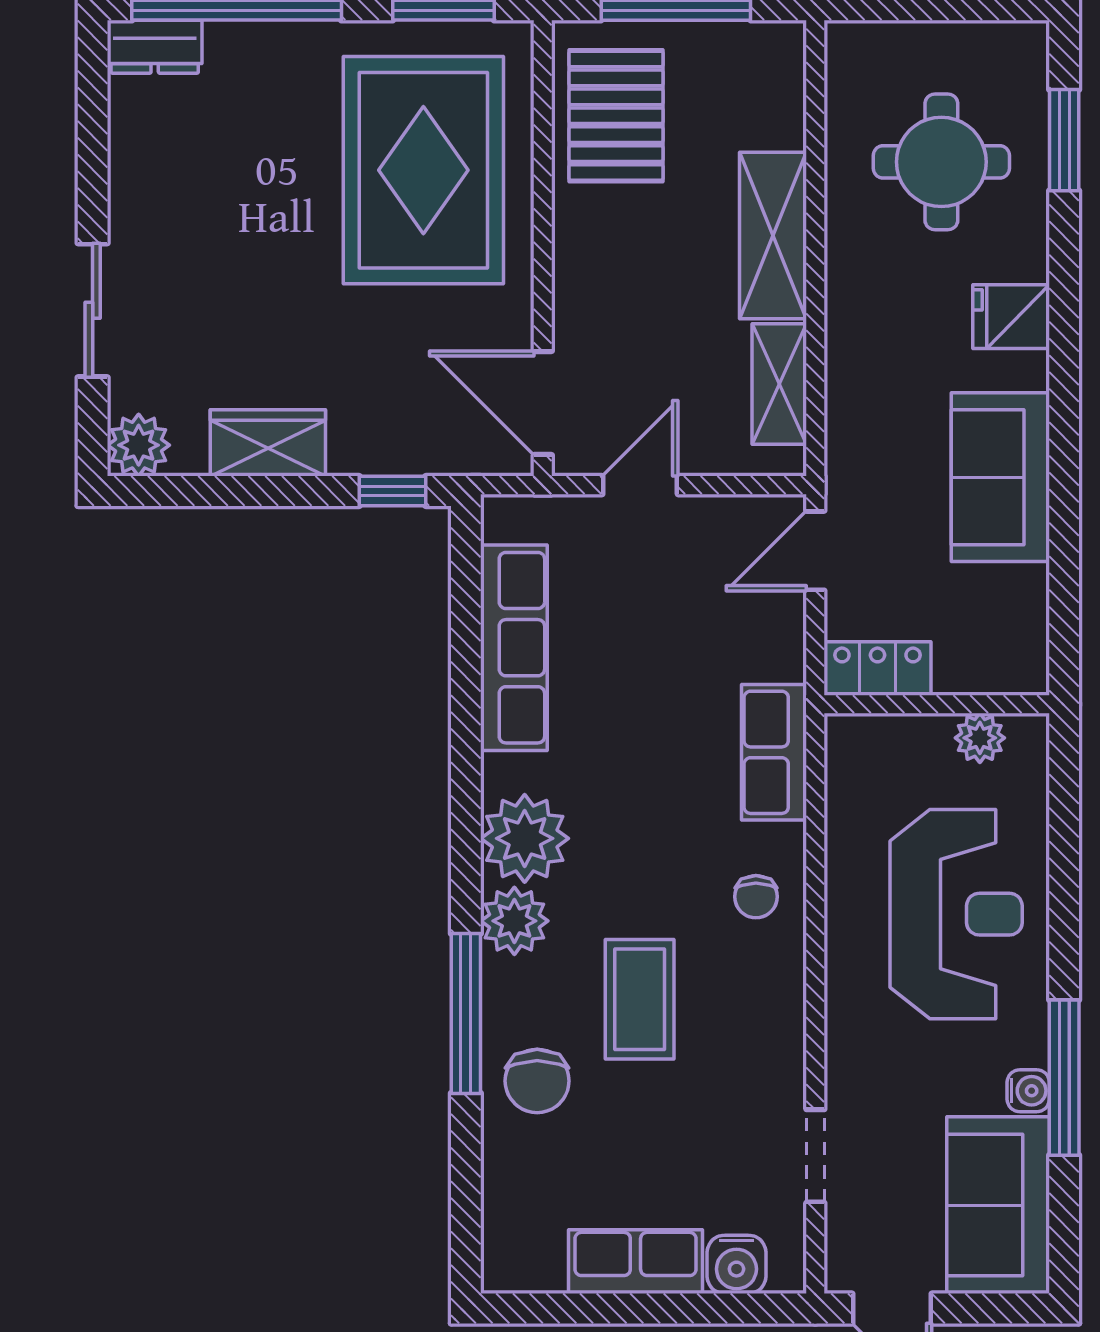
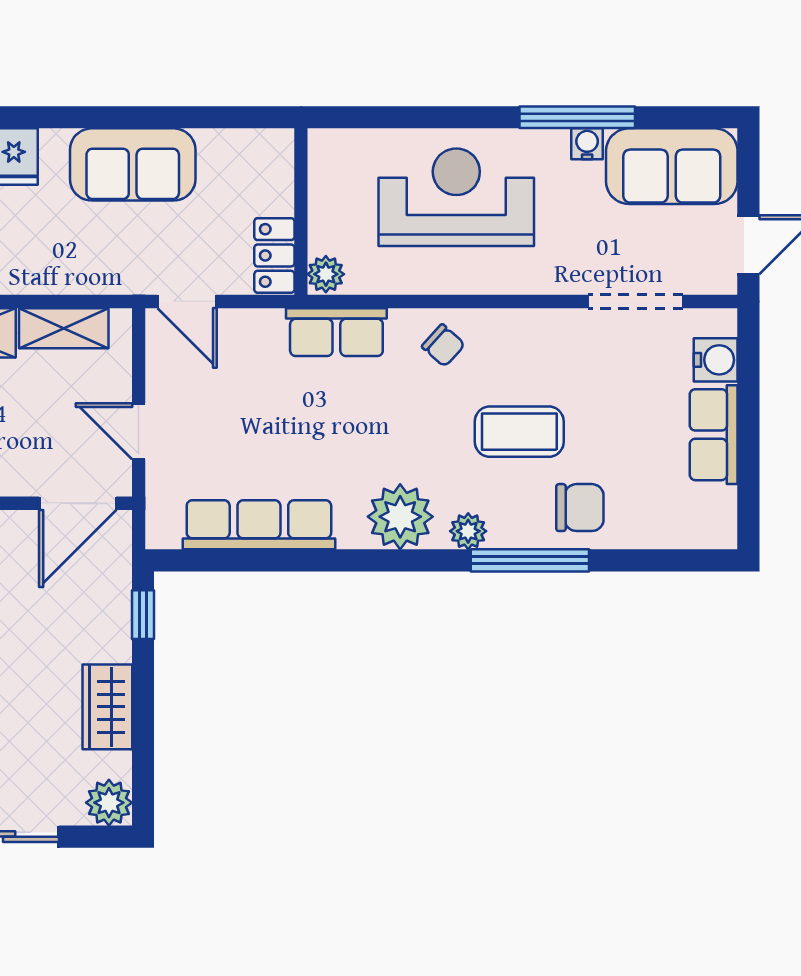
plant: (980, 738) -> (326, 274), moved
chair: (756, 897) -> (443, 345), turned 42
plant: (514, 921) -> (468, 531), width x0.73, depth x0.73
doorway: (815, 1156) -> (635, 302), width x1.38

